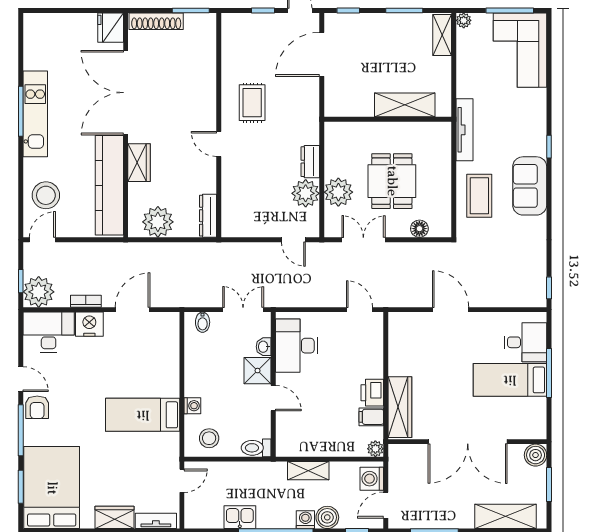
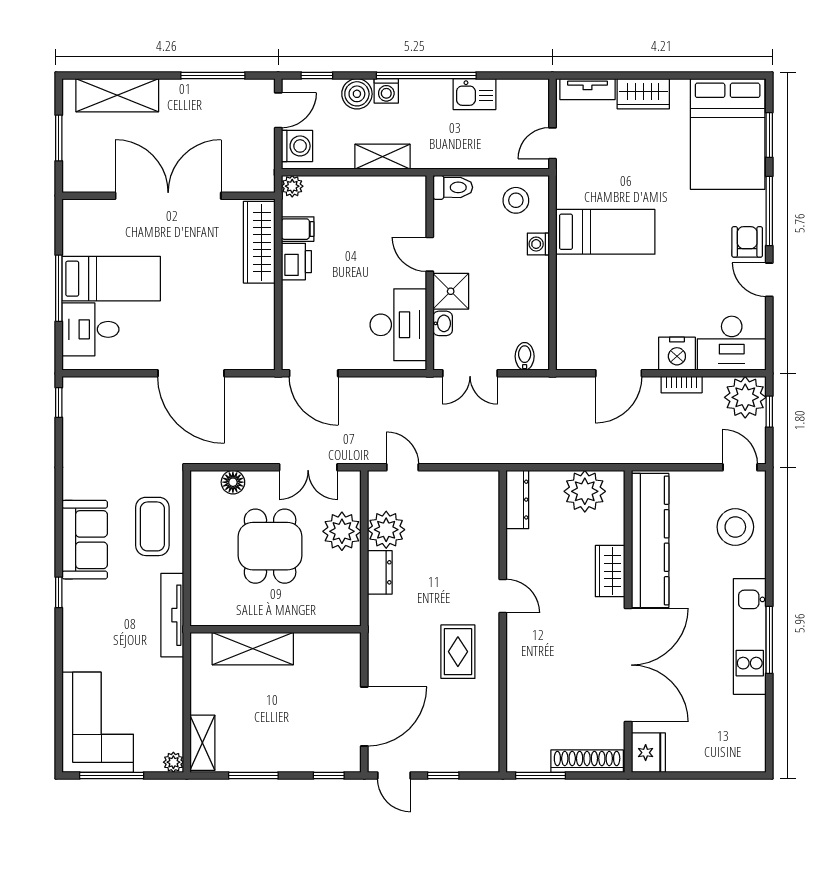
door: (42, 240) -> (740, 467), swing flipped
door: (359, 310) -> (314, 373), width x1.38
door: (451, 310) -> (191, 373), width x1.36
boiler: (536, 455) -> (77, 178), removed

